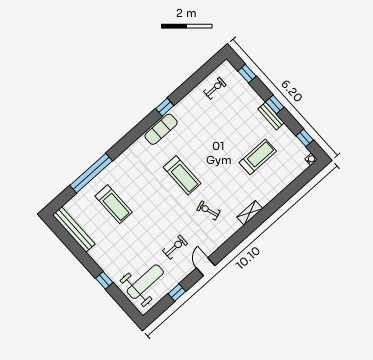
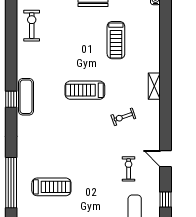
exercise bike: (215, 88) -> (32, 26), width x1.38, depth x1.39
window: (165, 107) -> (11, 99), moved
treadmill: (258, 157) -> (116, 40), turned 180
treadmill: (182, 175) -> (85, 90), moved, turned 180

